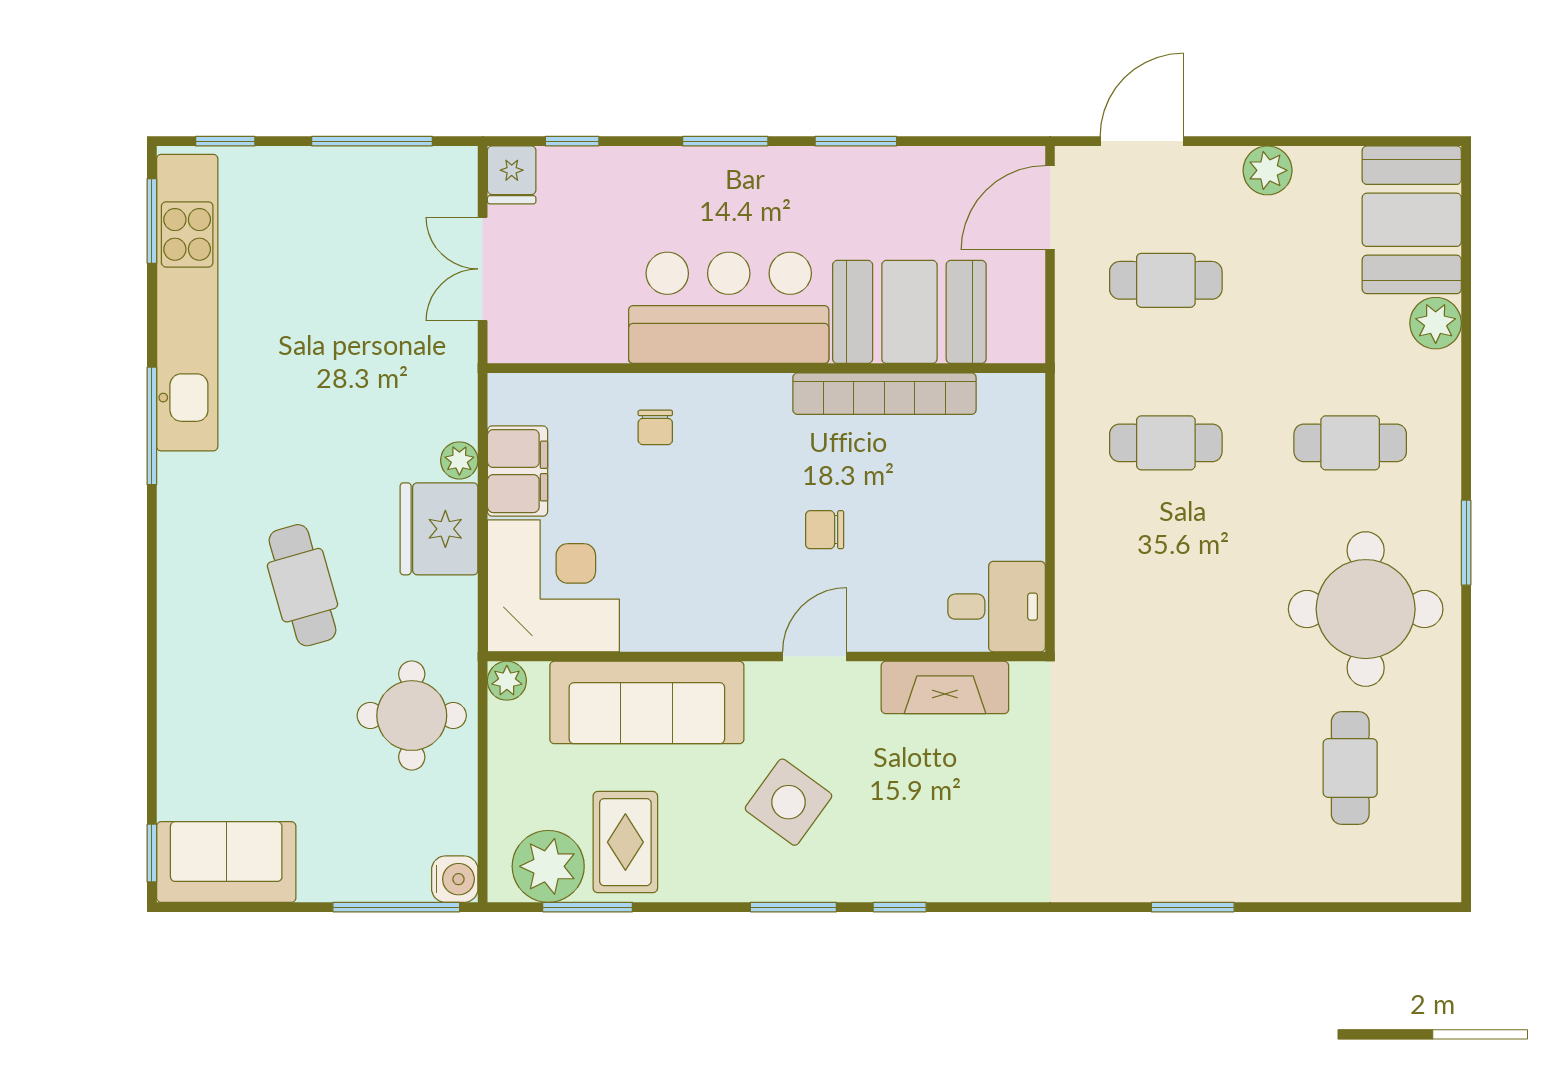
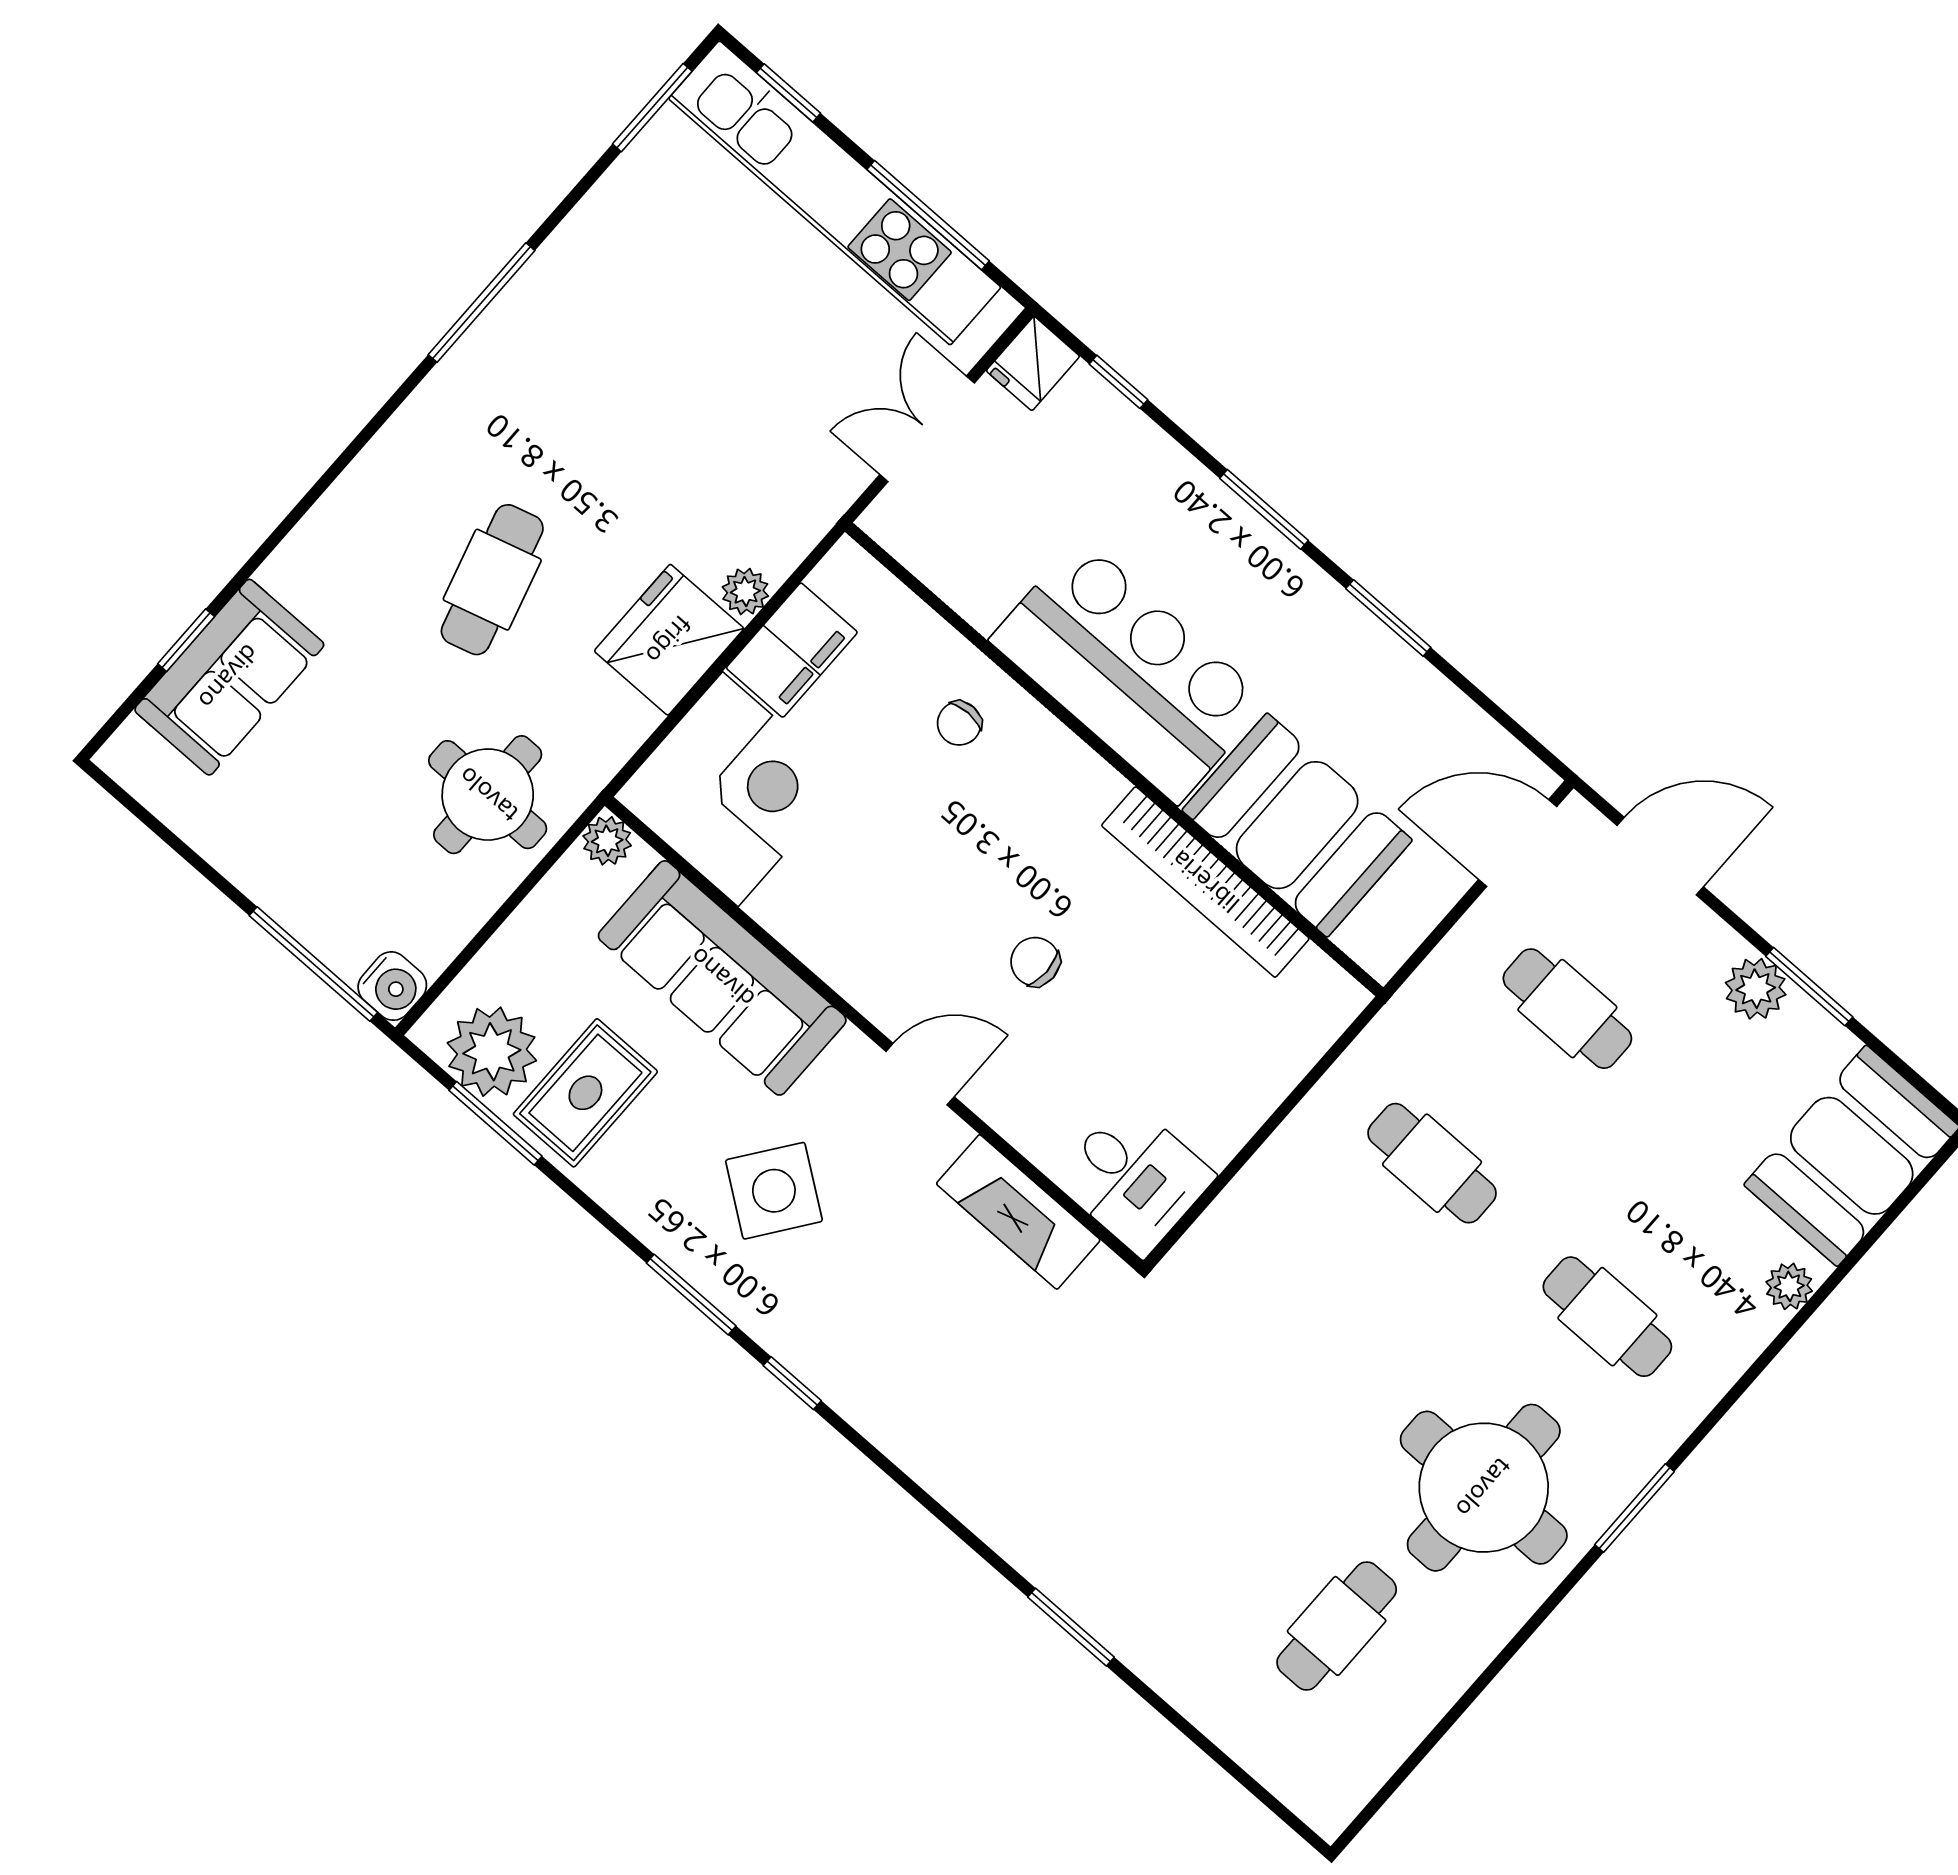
window: (1298, 141) -> (1809, 987), added
kitchen unit: (187, 303) -> (835, 193), moved, turned 90
plant: (1436, 323) -> (1789, 1286), width x0.73, depth x0.73
window: (152, 853) -> (186, 640), moved
sofa: (226, 862) -> (229, 677), moved, turned 90

